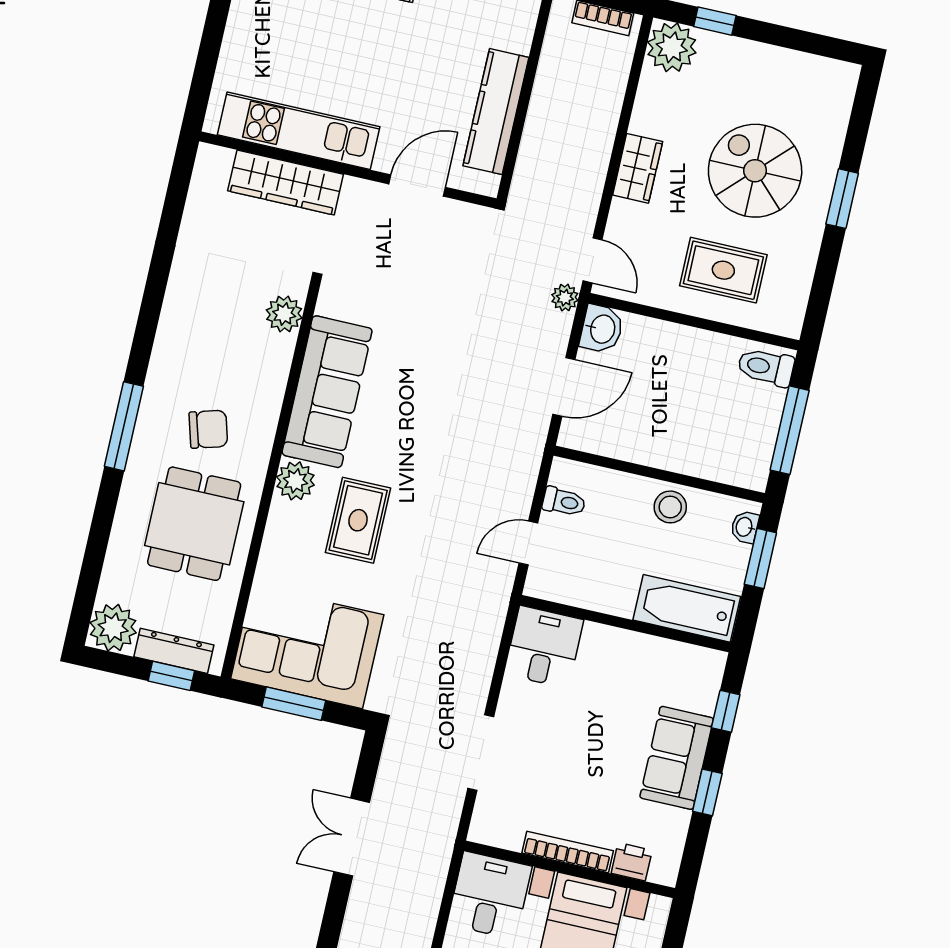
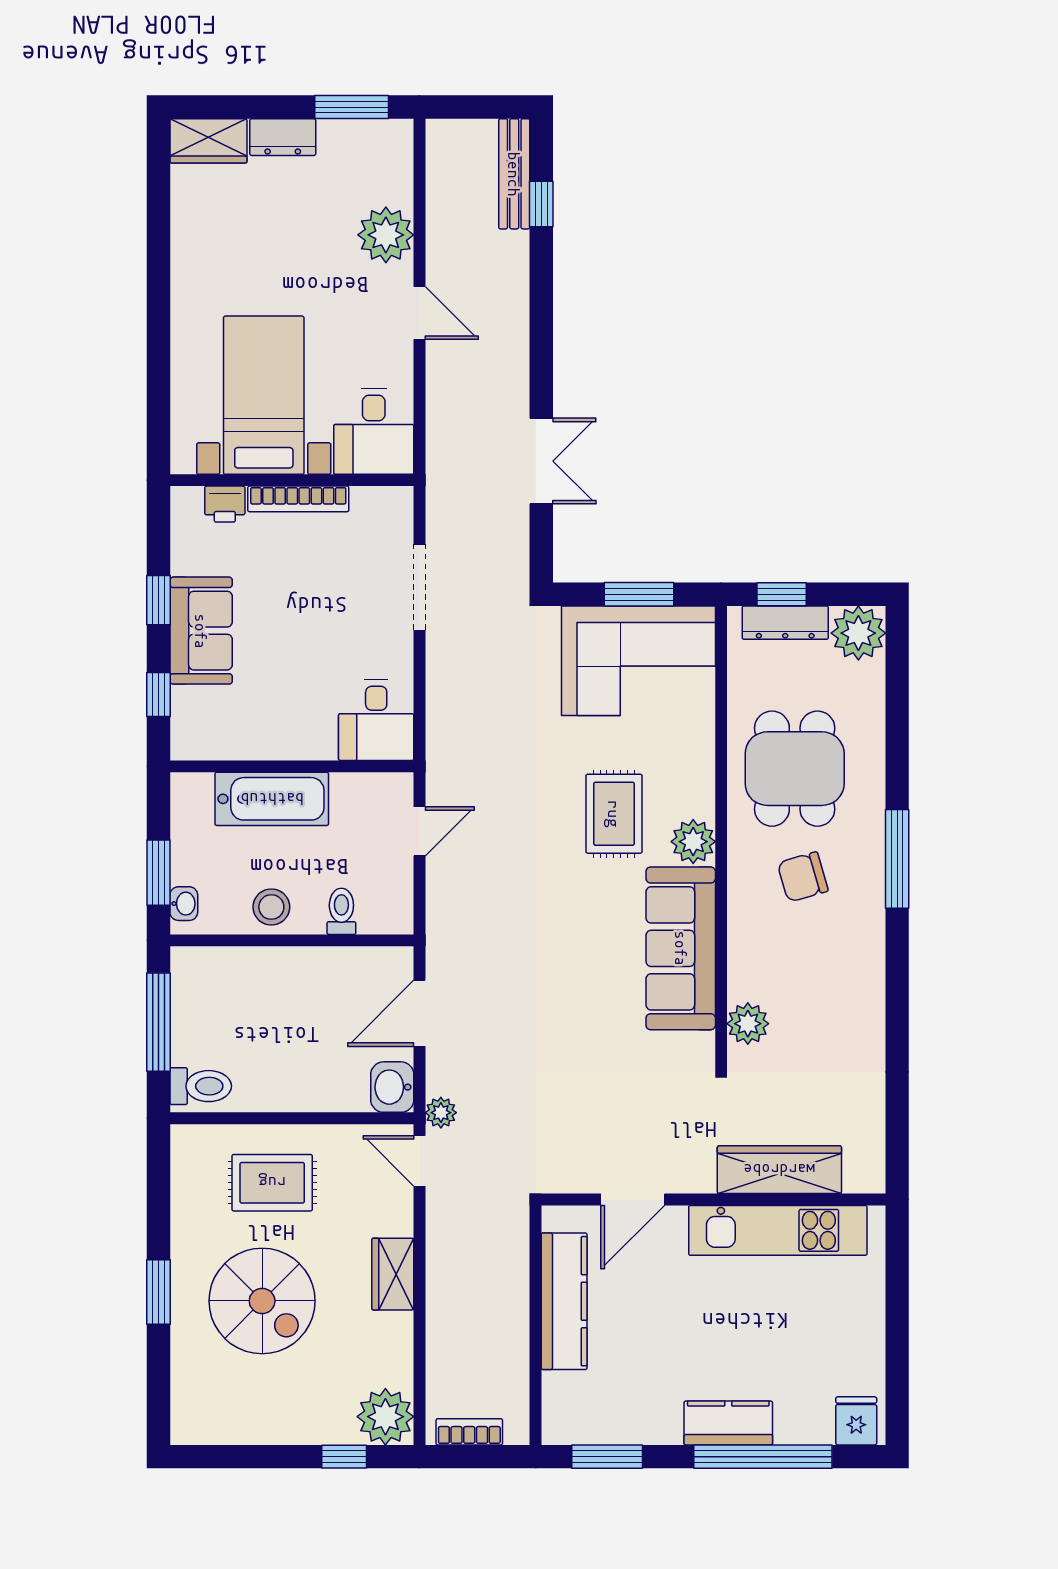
toilet: (564, 502) -> (341, 911), moved, turned 90
bathtub: (687, 608) -> (272, 799), moved

